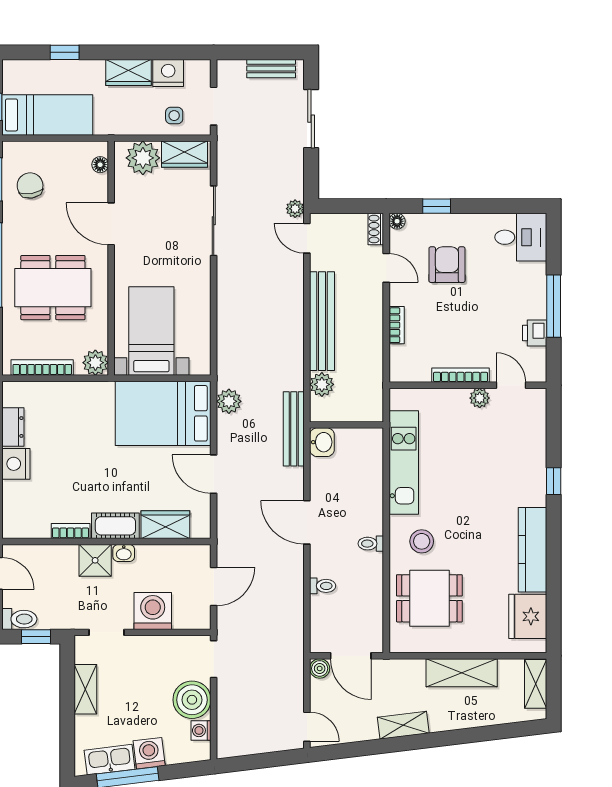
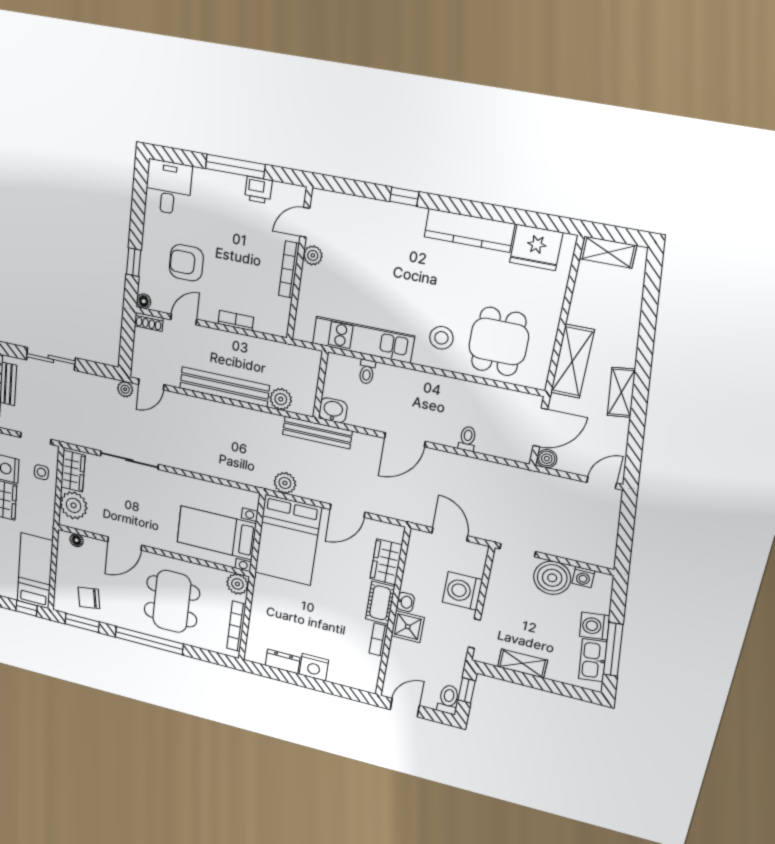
toilet: (371, 544) -> (367, 372), moved
shelving: (462, 673) -> (572, 361), moved

